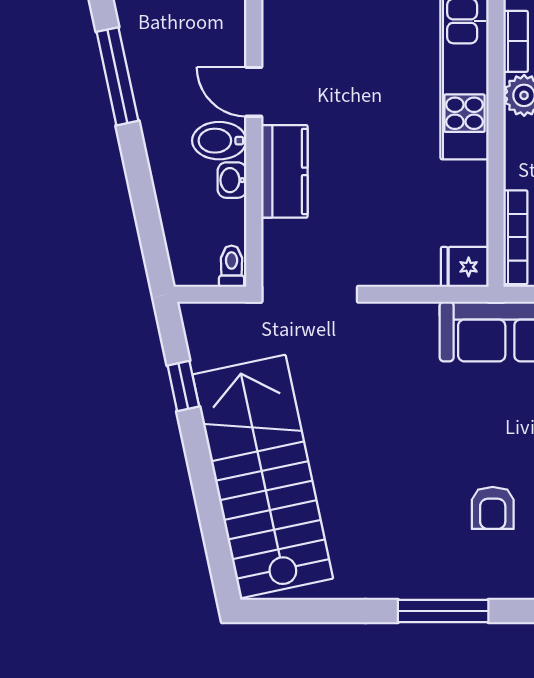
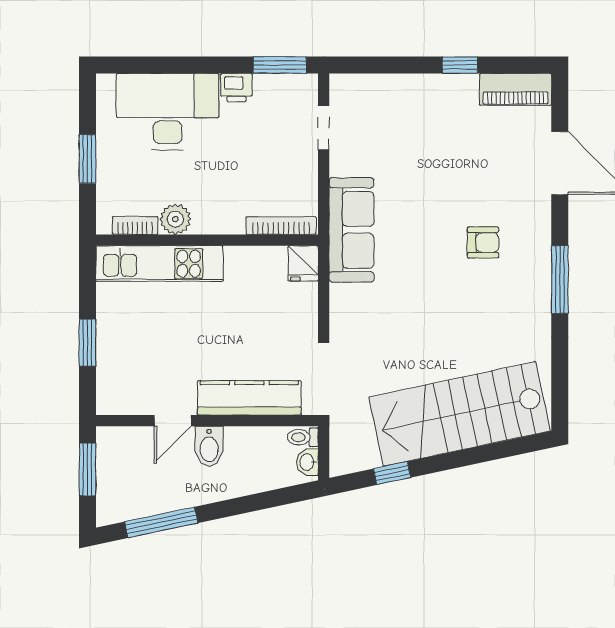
kitchen counter: (284, 171) -> (249, 398), width x1.50
washbasin: (232, 180) -> (307, 462), moved, turned 90

